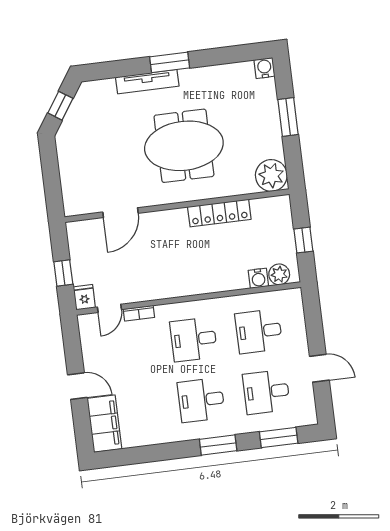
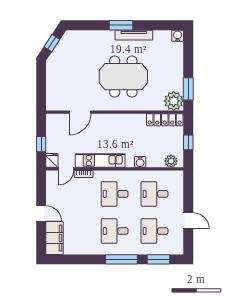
tv unit: (147, 82) -> (134, 35), moved
window: (288, 117) -> (188, 89), moved
locker: (219, 213) -> (165, 120), moved
water cooler: (258, 278) -> (140, 162), moved
kitchen unit: (163, 288) -> (100, 160), added
window: (218, 445) -> (121, 259), width x1.44

